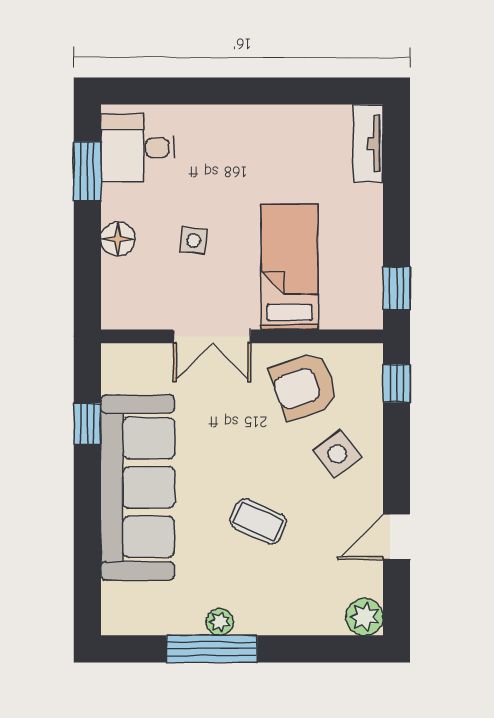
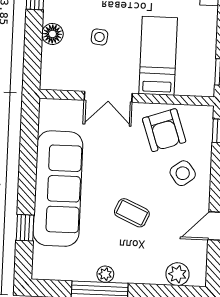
armchair: (304, 386) -> (164, 130), turned -90
window: (87, 424) -> (25, 228), moved
plant: (365, 617) -> (177, 274), moved

